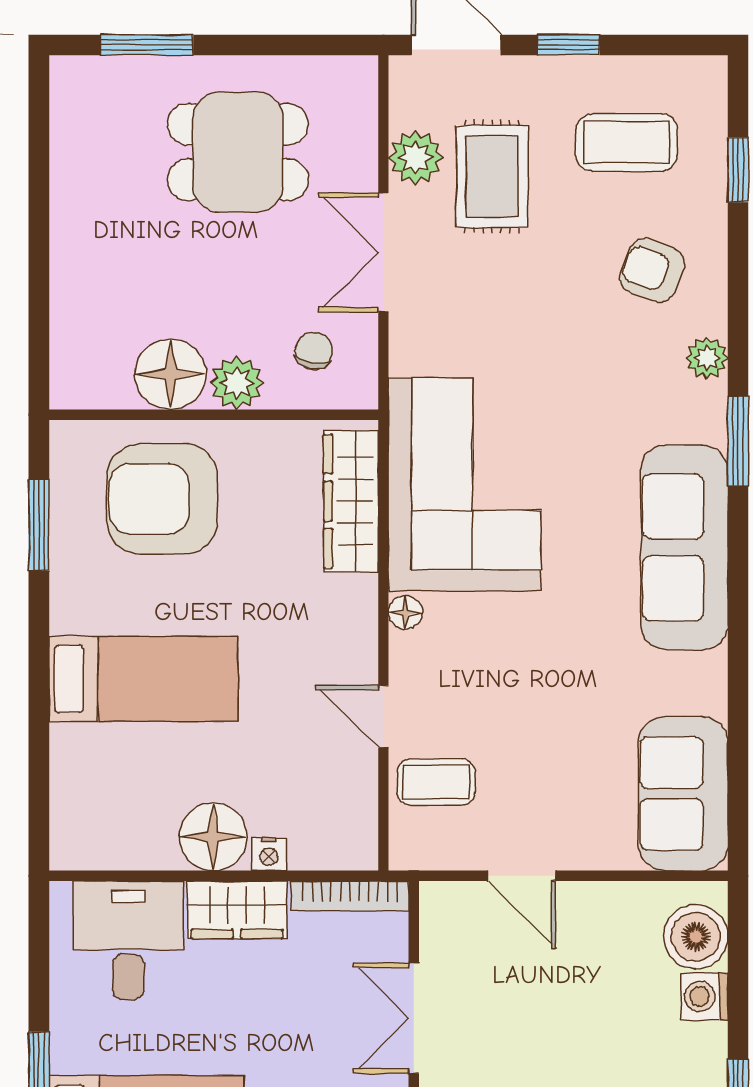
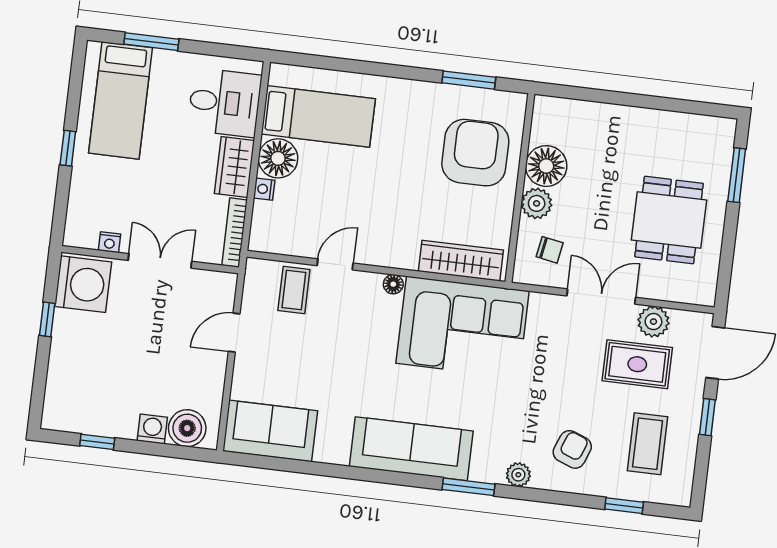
bed: (143, 679) -> (318, 116), moved, turned -90

